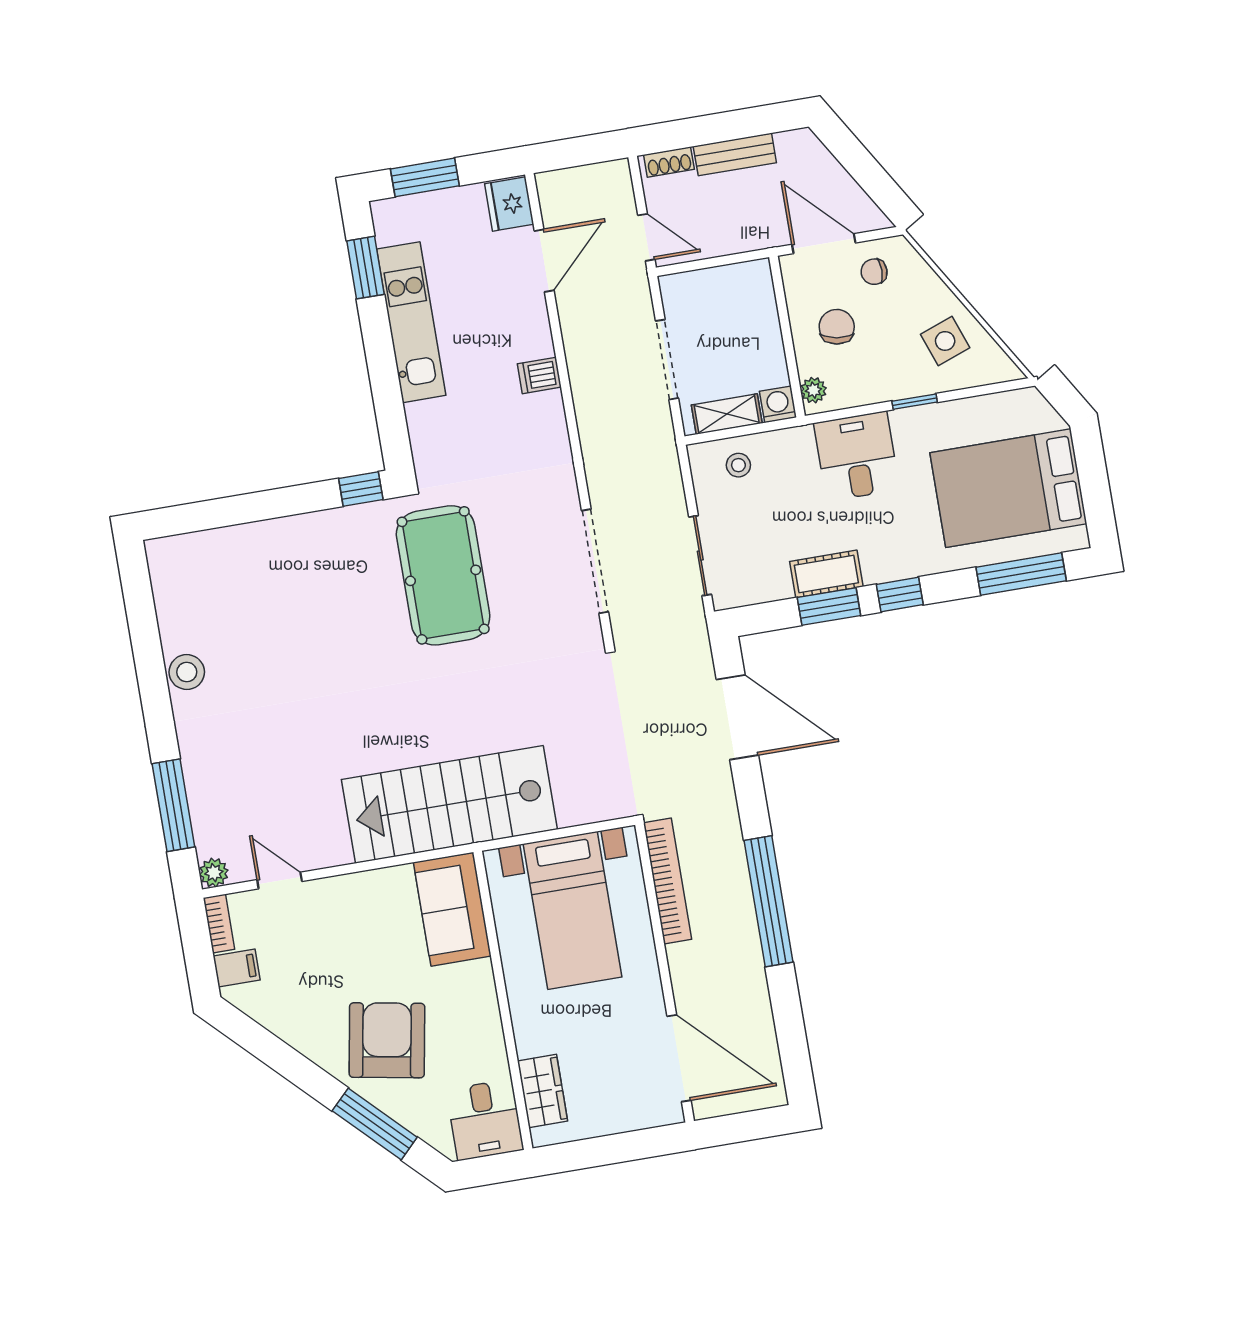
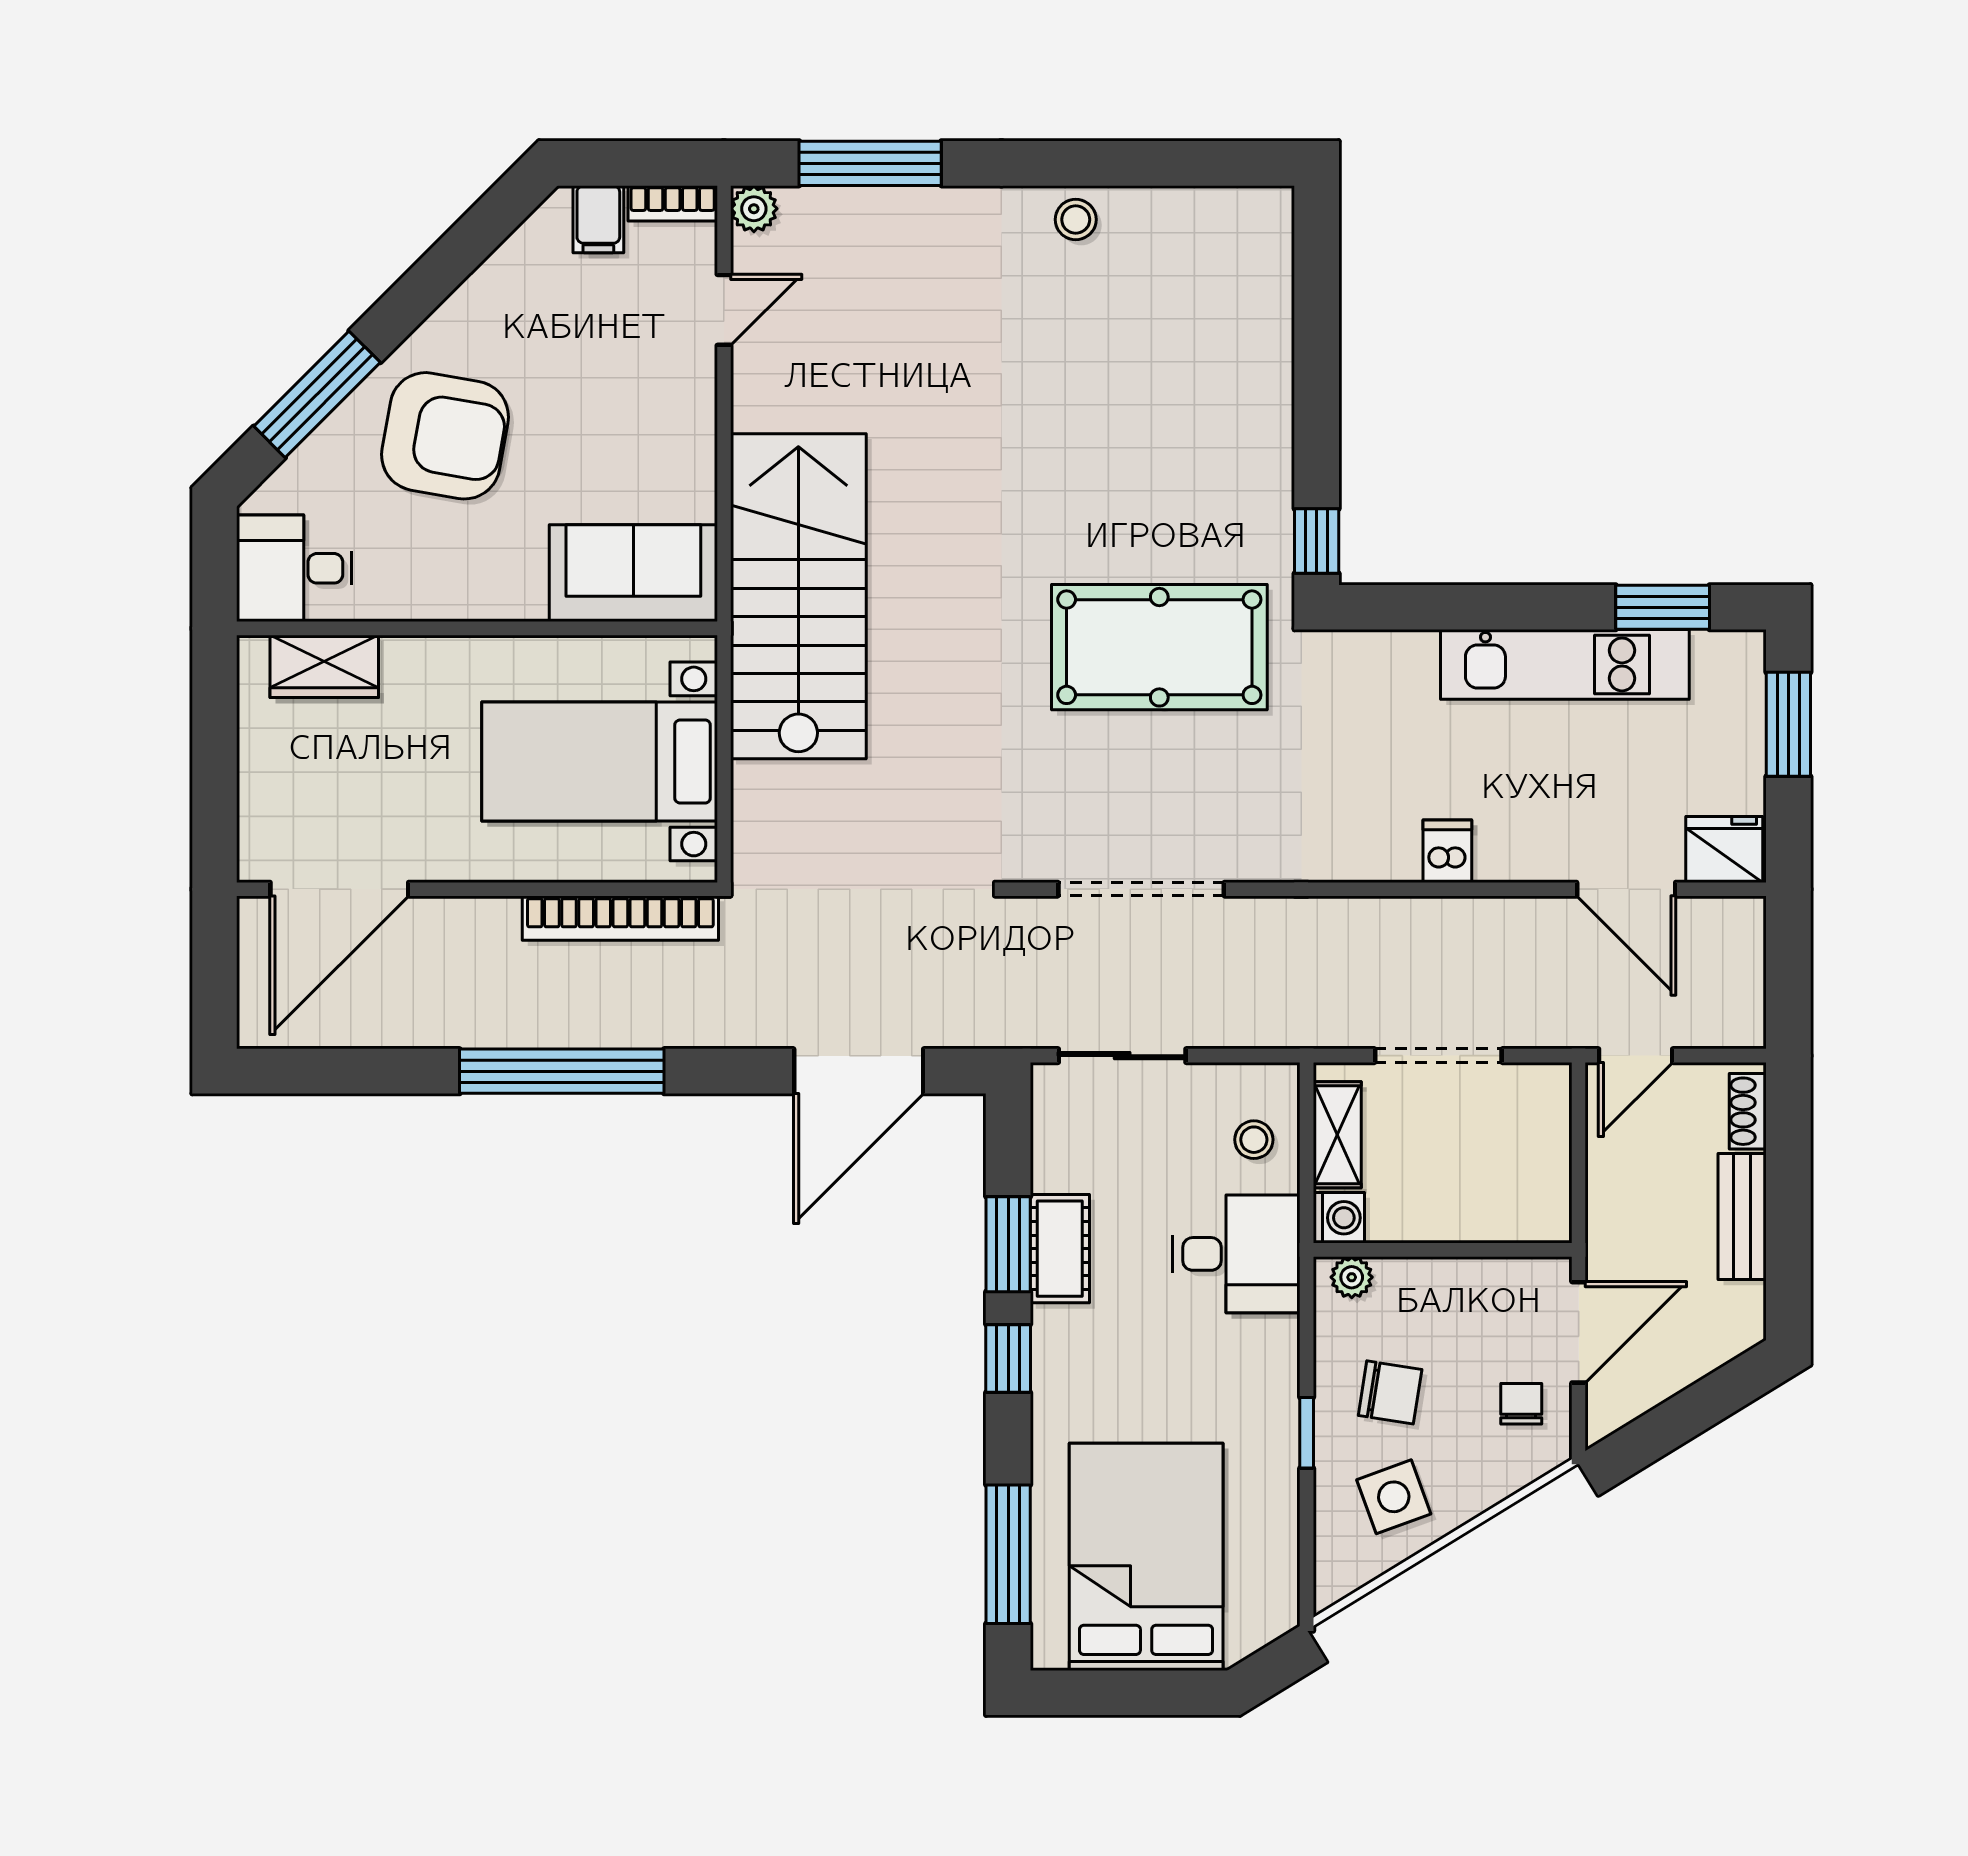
chair: (837, 327) -> (1390, 1392), moved
desk: (857, 456) -> (1236, 1254), moved
stool: (187, 672) -> (1076, 220), width x0.73, depth x0.73

